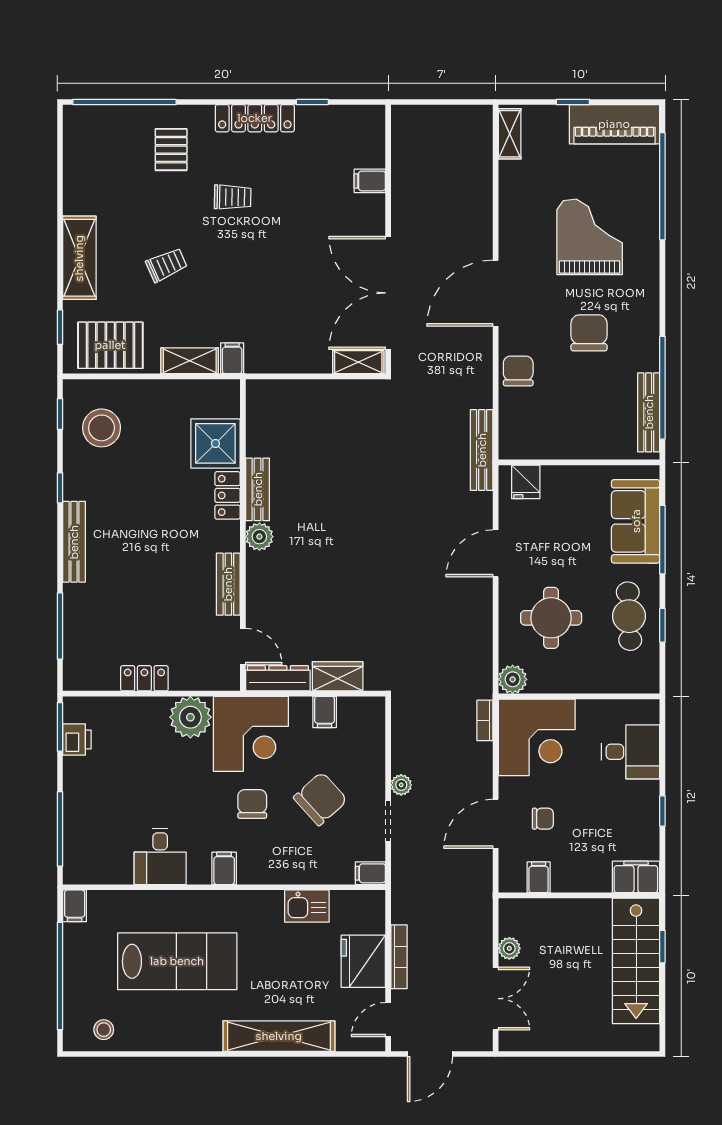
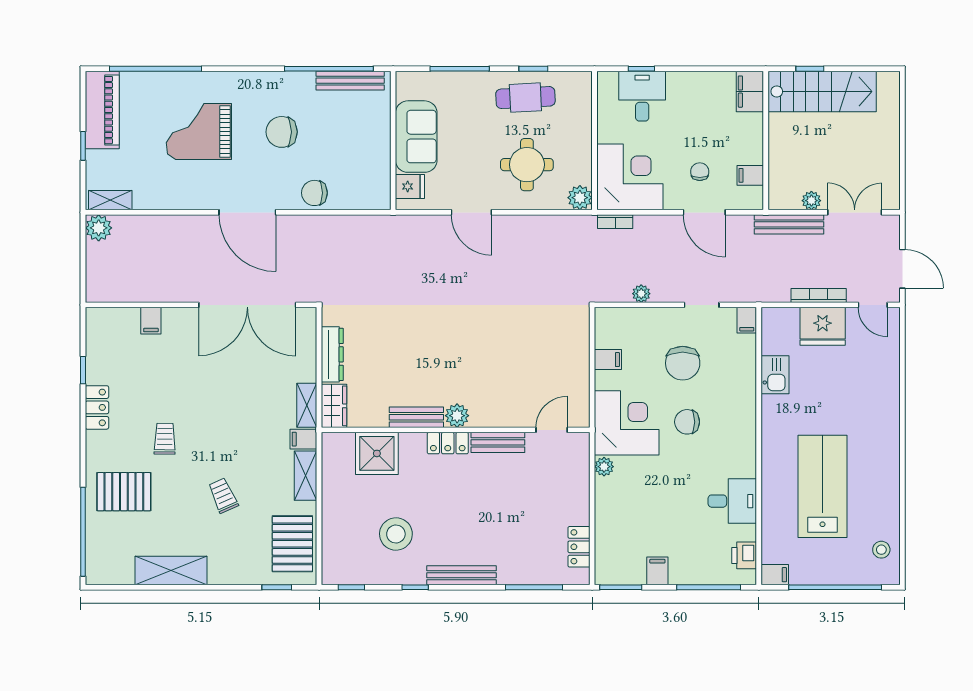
locker: (255, 118) -> (97, 407), width x0.66
plant: (478, 120) -> (99, 228), added
pallet: (171, 150) -> (124, 492), width x1.50, depth x1.42
shelving: (79, 258) -> (171, 571), moved
shelving: (358, 362) -> (307, 405), moved
stool: (102, 428) -> (396, 534), moved
bench: (482, 450) -> (789, 224), moved
locker: (228, 495) -> (448, 443), moved
sofa: (636, 521) -> (416, 137), moved, turned -90
wardrobe: (338, 676) -> (334, 406), moved, turned 180
locker: (144, 678) -> (579, 547), moved
dresser: (278, 678) -> (332, 354), moved, turned 180
plant: (190, 717) -> (604, 467), width x0.53, depth x0.53
printer: (77, 739) -> (744, 555), moved, turned -90
plant: (401, 785) -> (641, 294), moved
chair: (320, 799) -> (683, 363), turned -138
window: (662, 811) -> (641, 69), moved
filing cabinet: (224, 868) -> (657, 571), moved, turned 90
shelving: (279, 1036) -> (887, 399), removed

